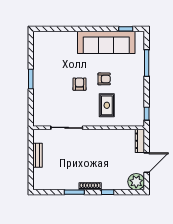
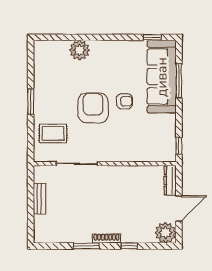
plant: (69, 39) -> (79, 50), added
sofa: (106, 42) -> (162, 77), moved, turned 90
armchair: (80, 84) -> (93, 108), width x1.88, depth x1.88
rug: (107, 105) -> (53, 134), moved, turned 90

